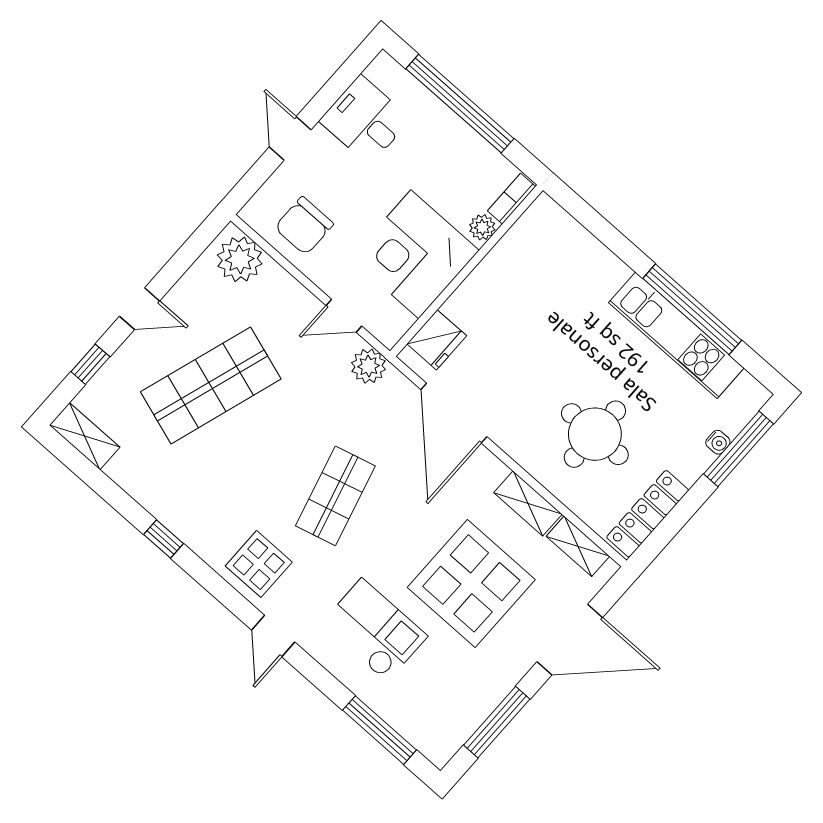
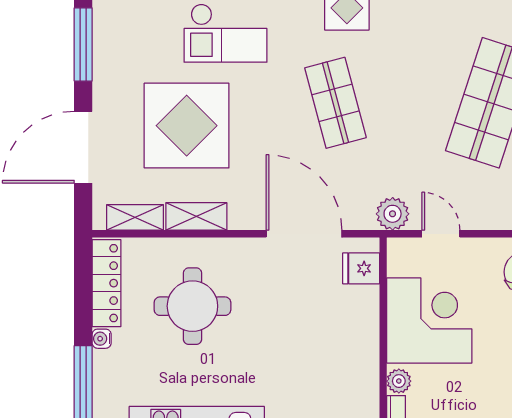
door: (344, 316) -> (441, 234), hinge flipped
fridge: (437, 340) -> (361, 268), width x0.72
water cooler: (718, 442) -> (102, 339), moved

